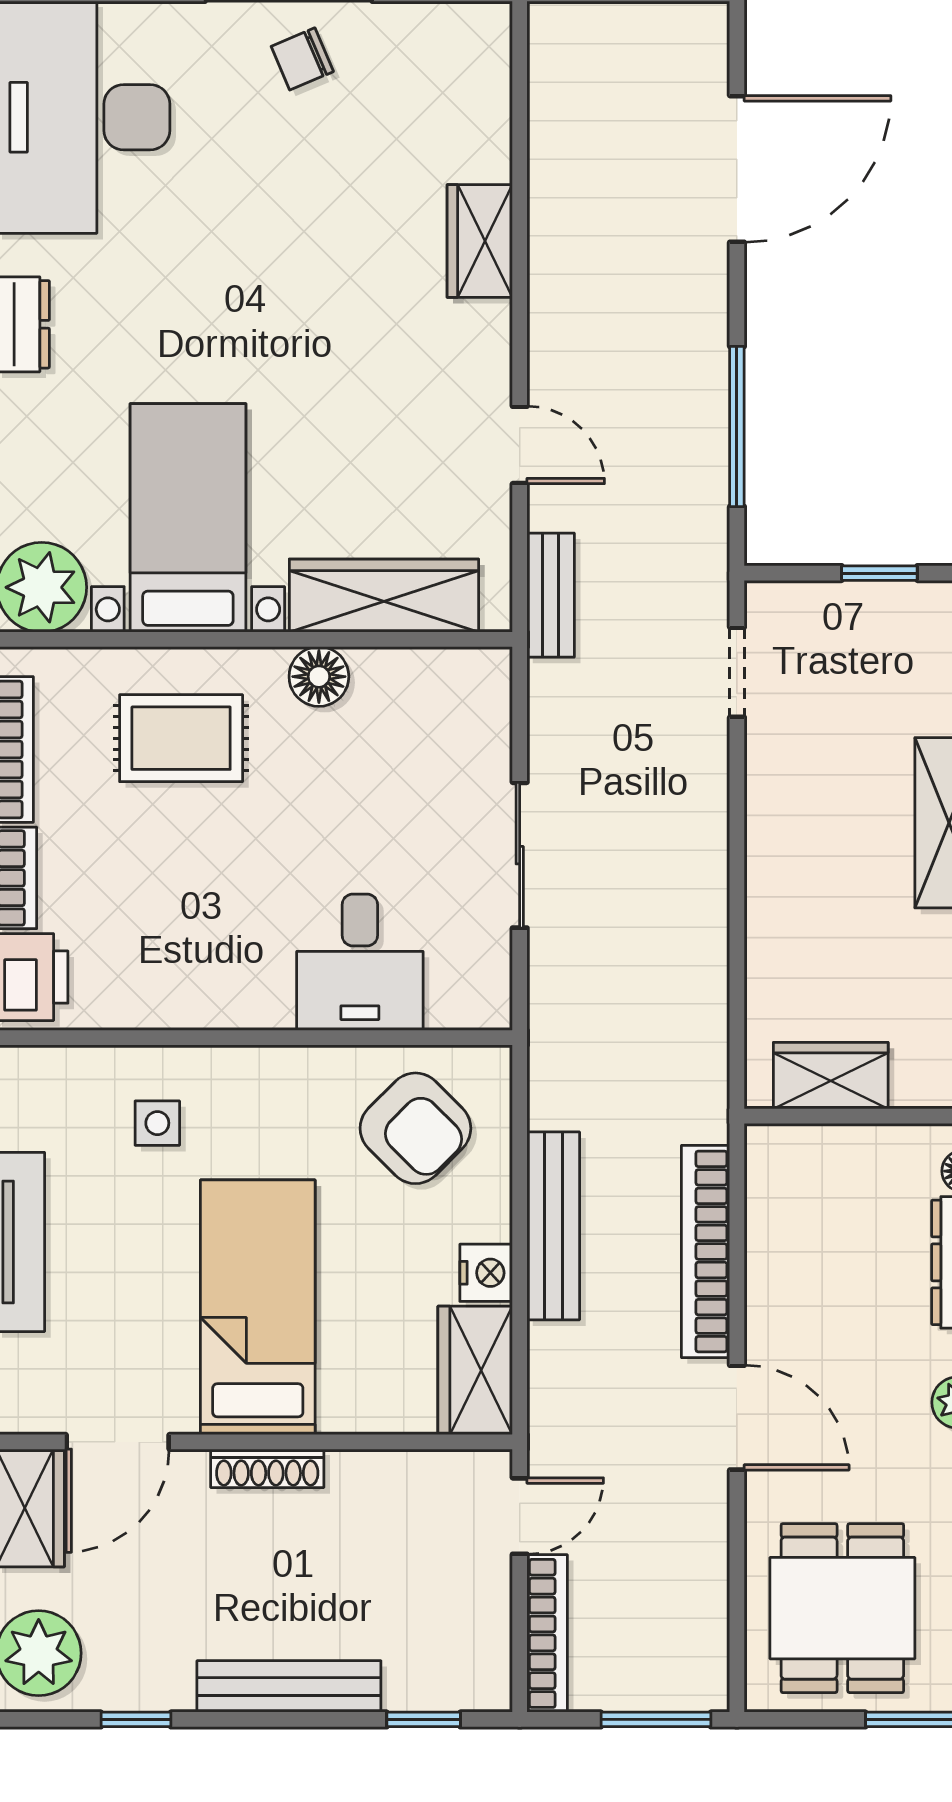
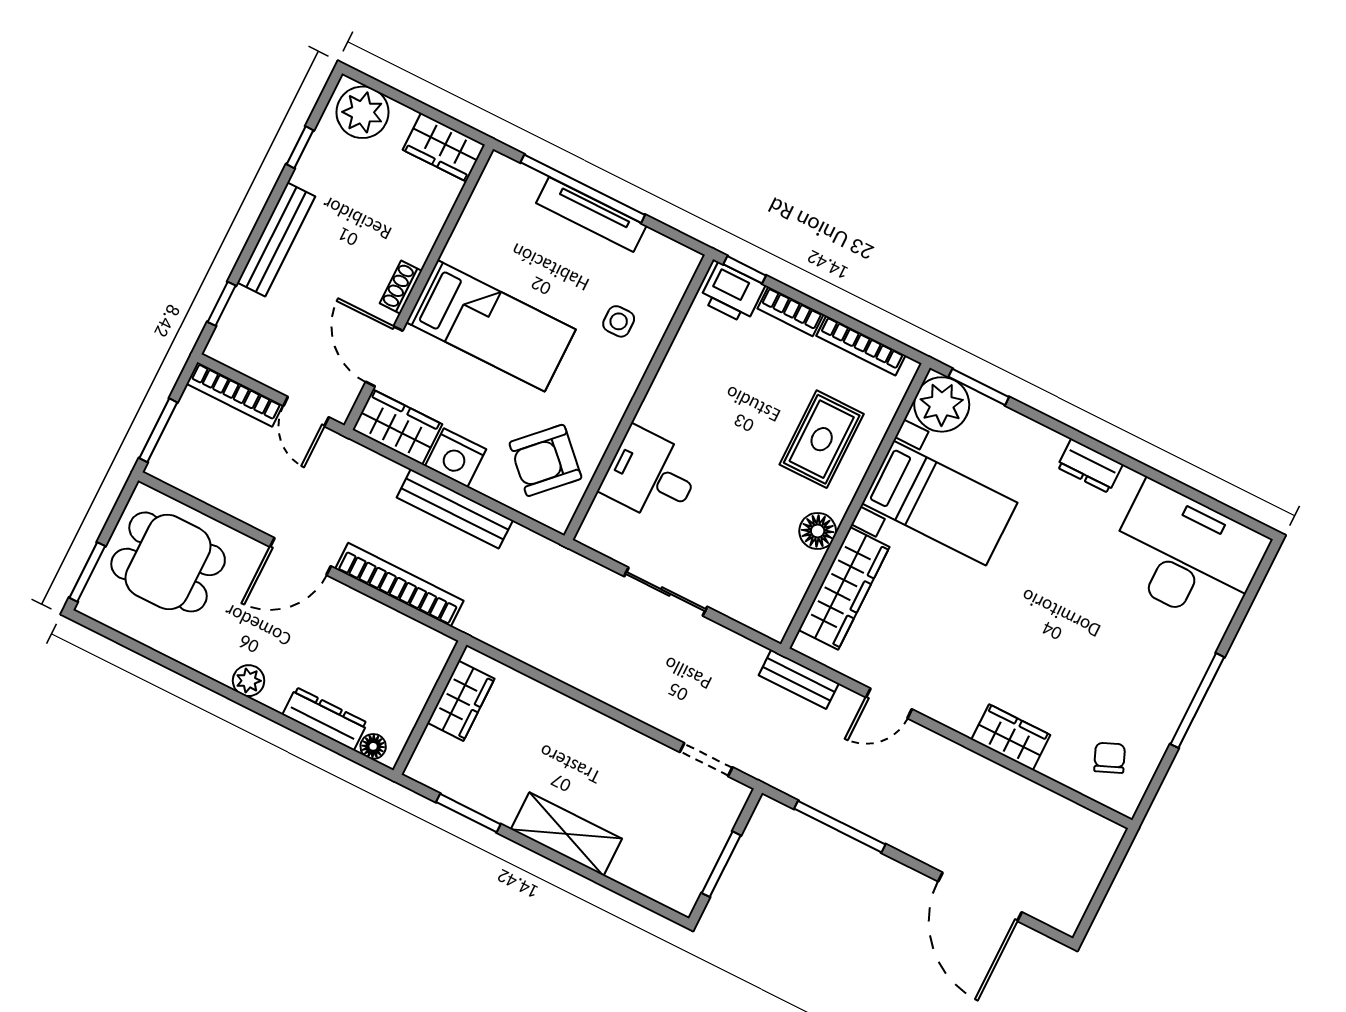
chair: (302, 59) -> (1110, 758), moved
window: (879, 573) -> (721, 864), width x1.50
nightstand: (486, 1273) -> (456, 458), width x1.36, depth x1.33
door: (118, 1442) -> (384, 356), moved
shoe rack: (267, 1468) -> (401, 287), width x0.70

